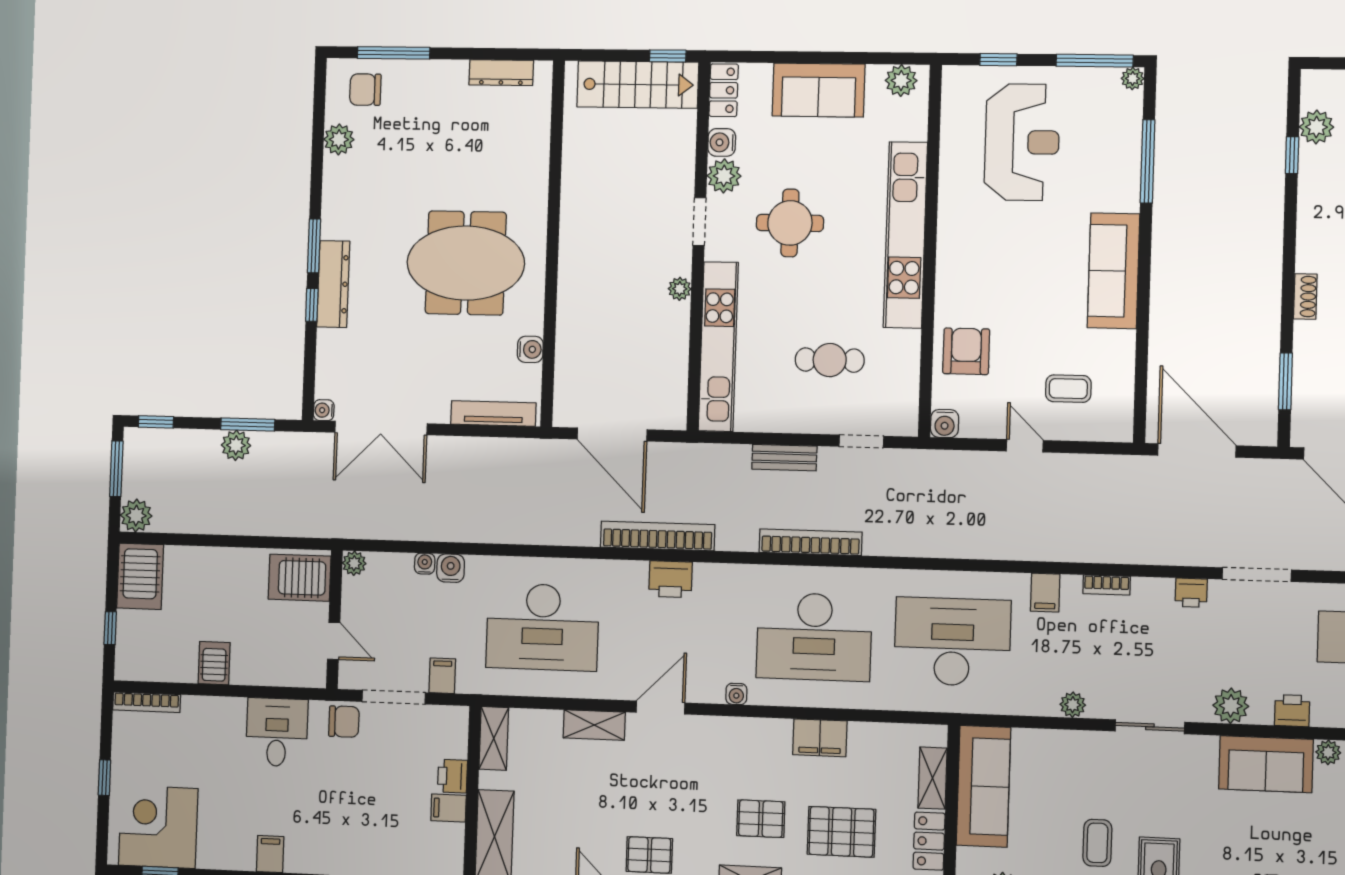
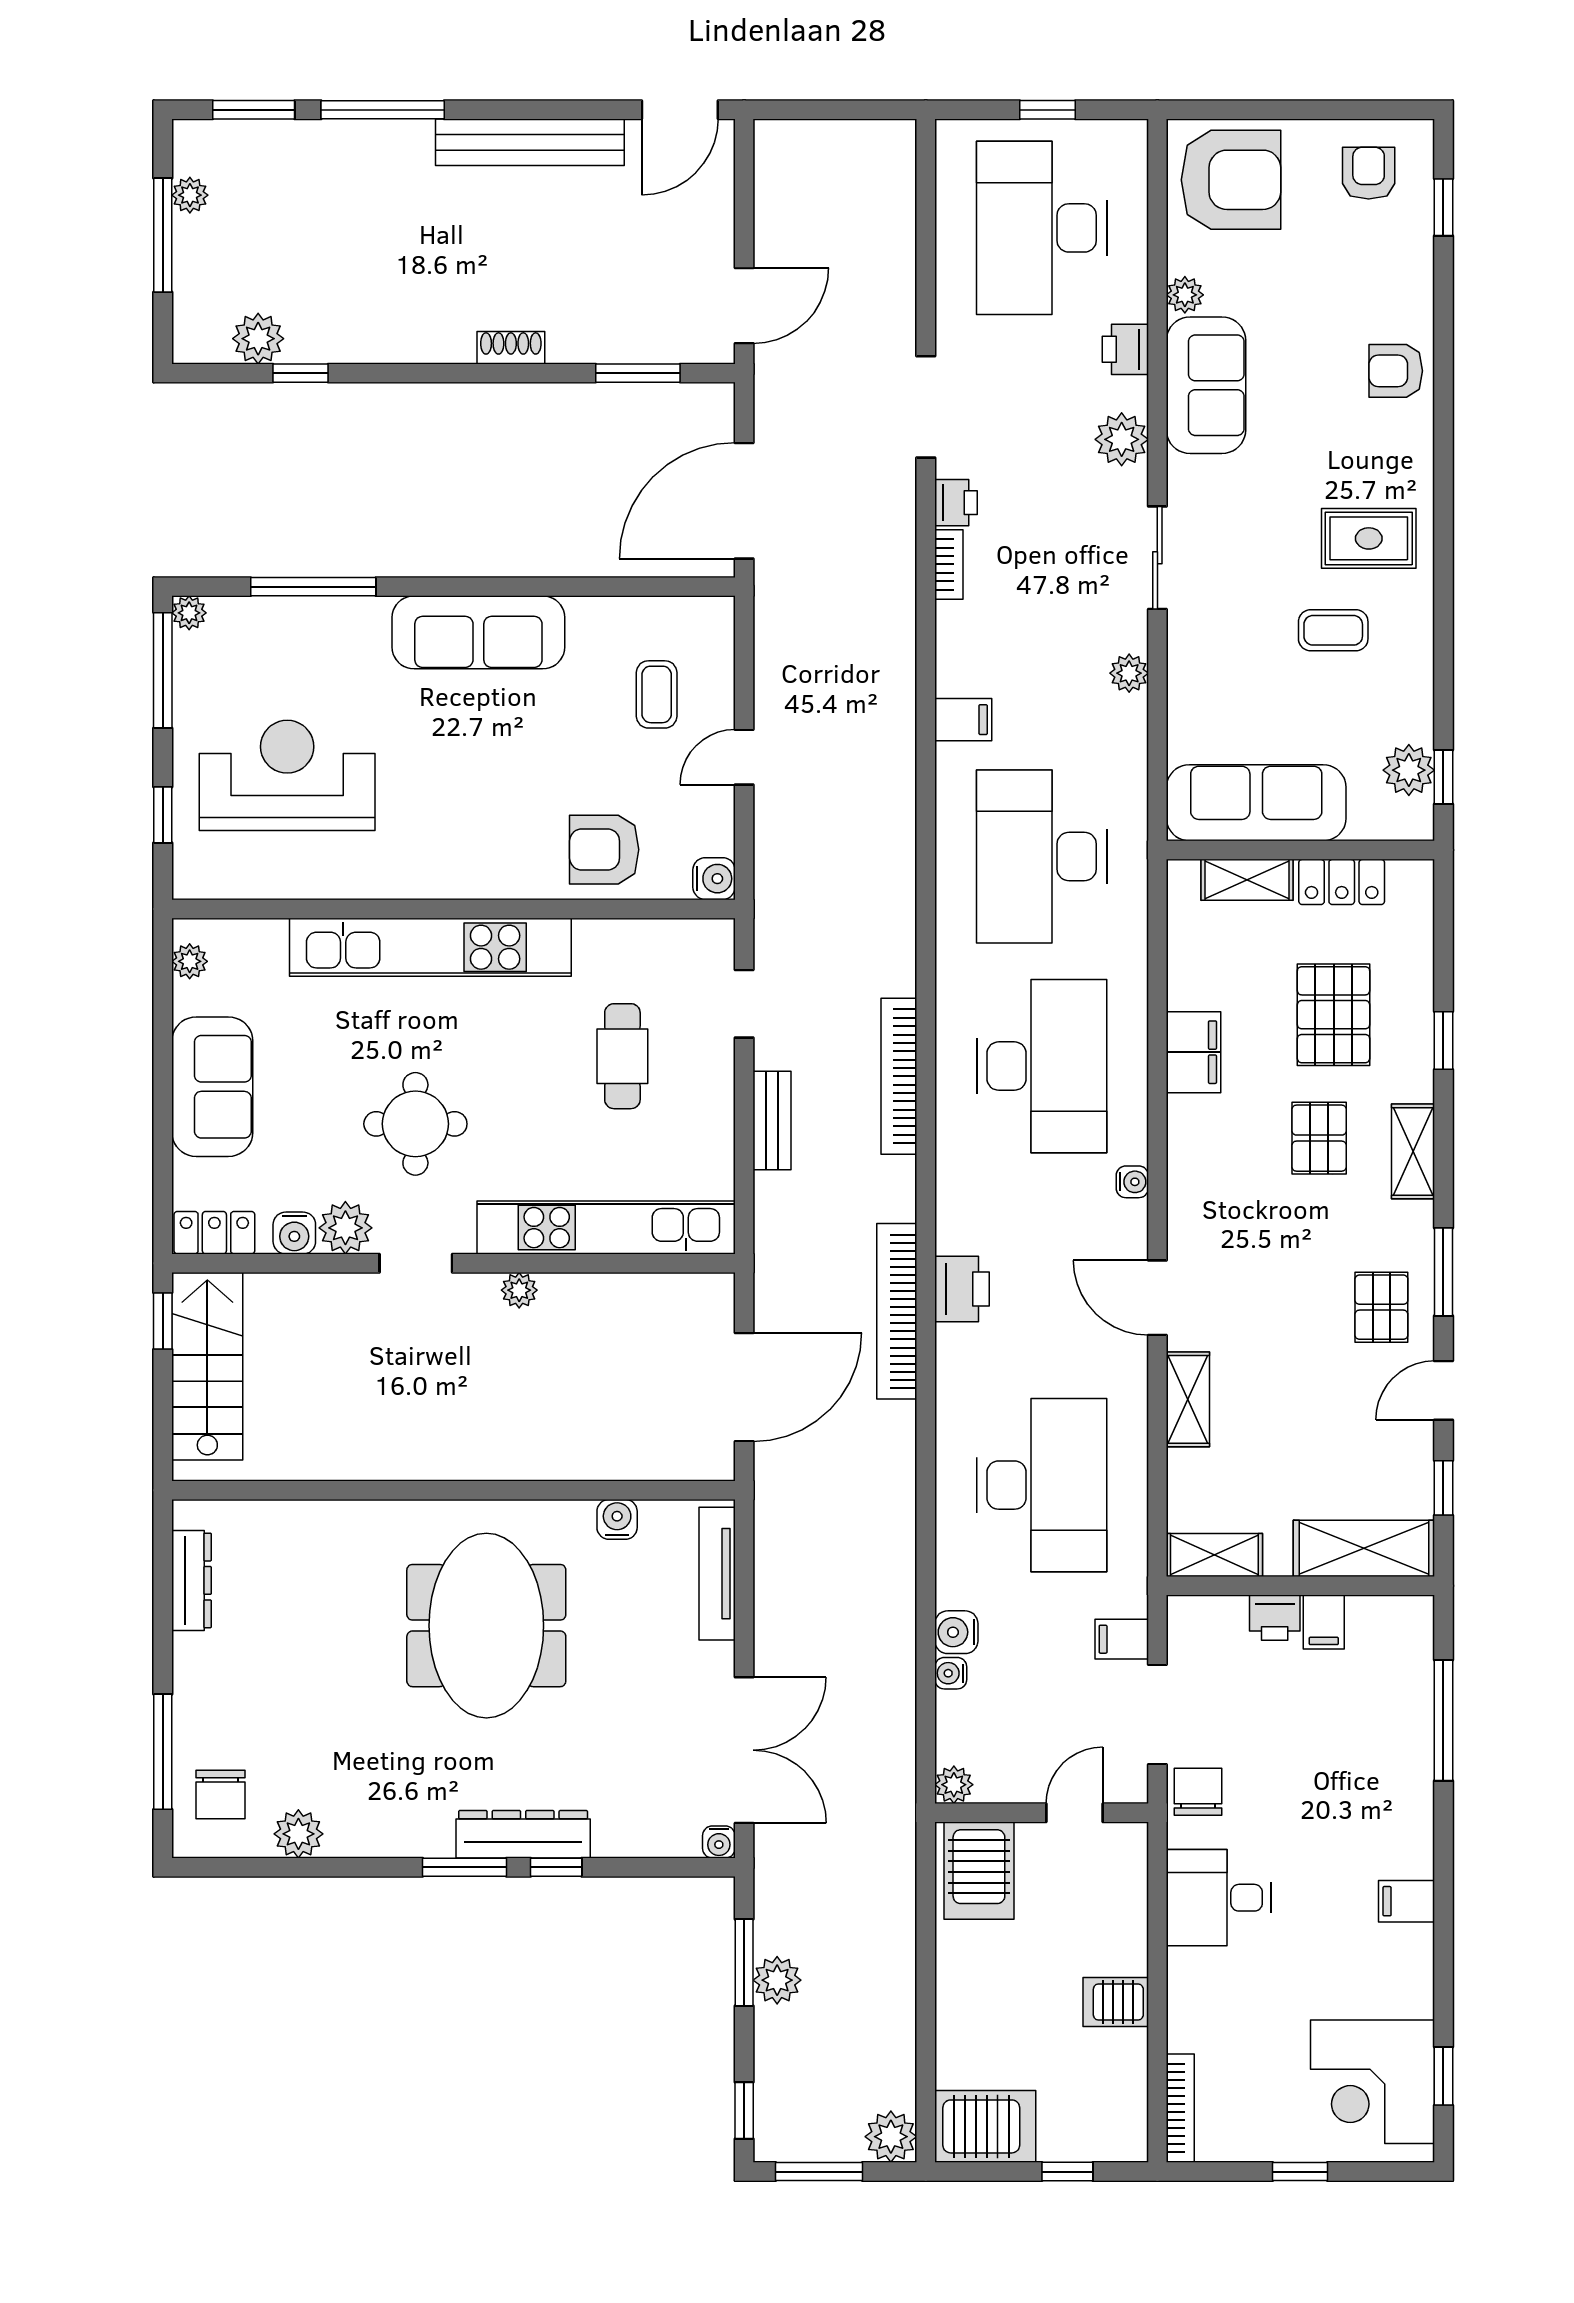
plant: (901, 81) -> (190, 961), width x0.73, depth x0.73
bookcase: (1107, 585) -> (949, 564), moved

